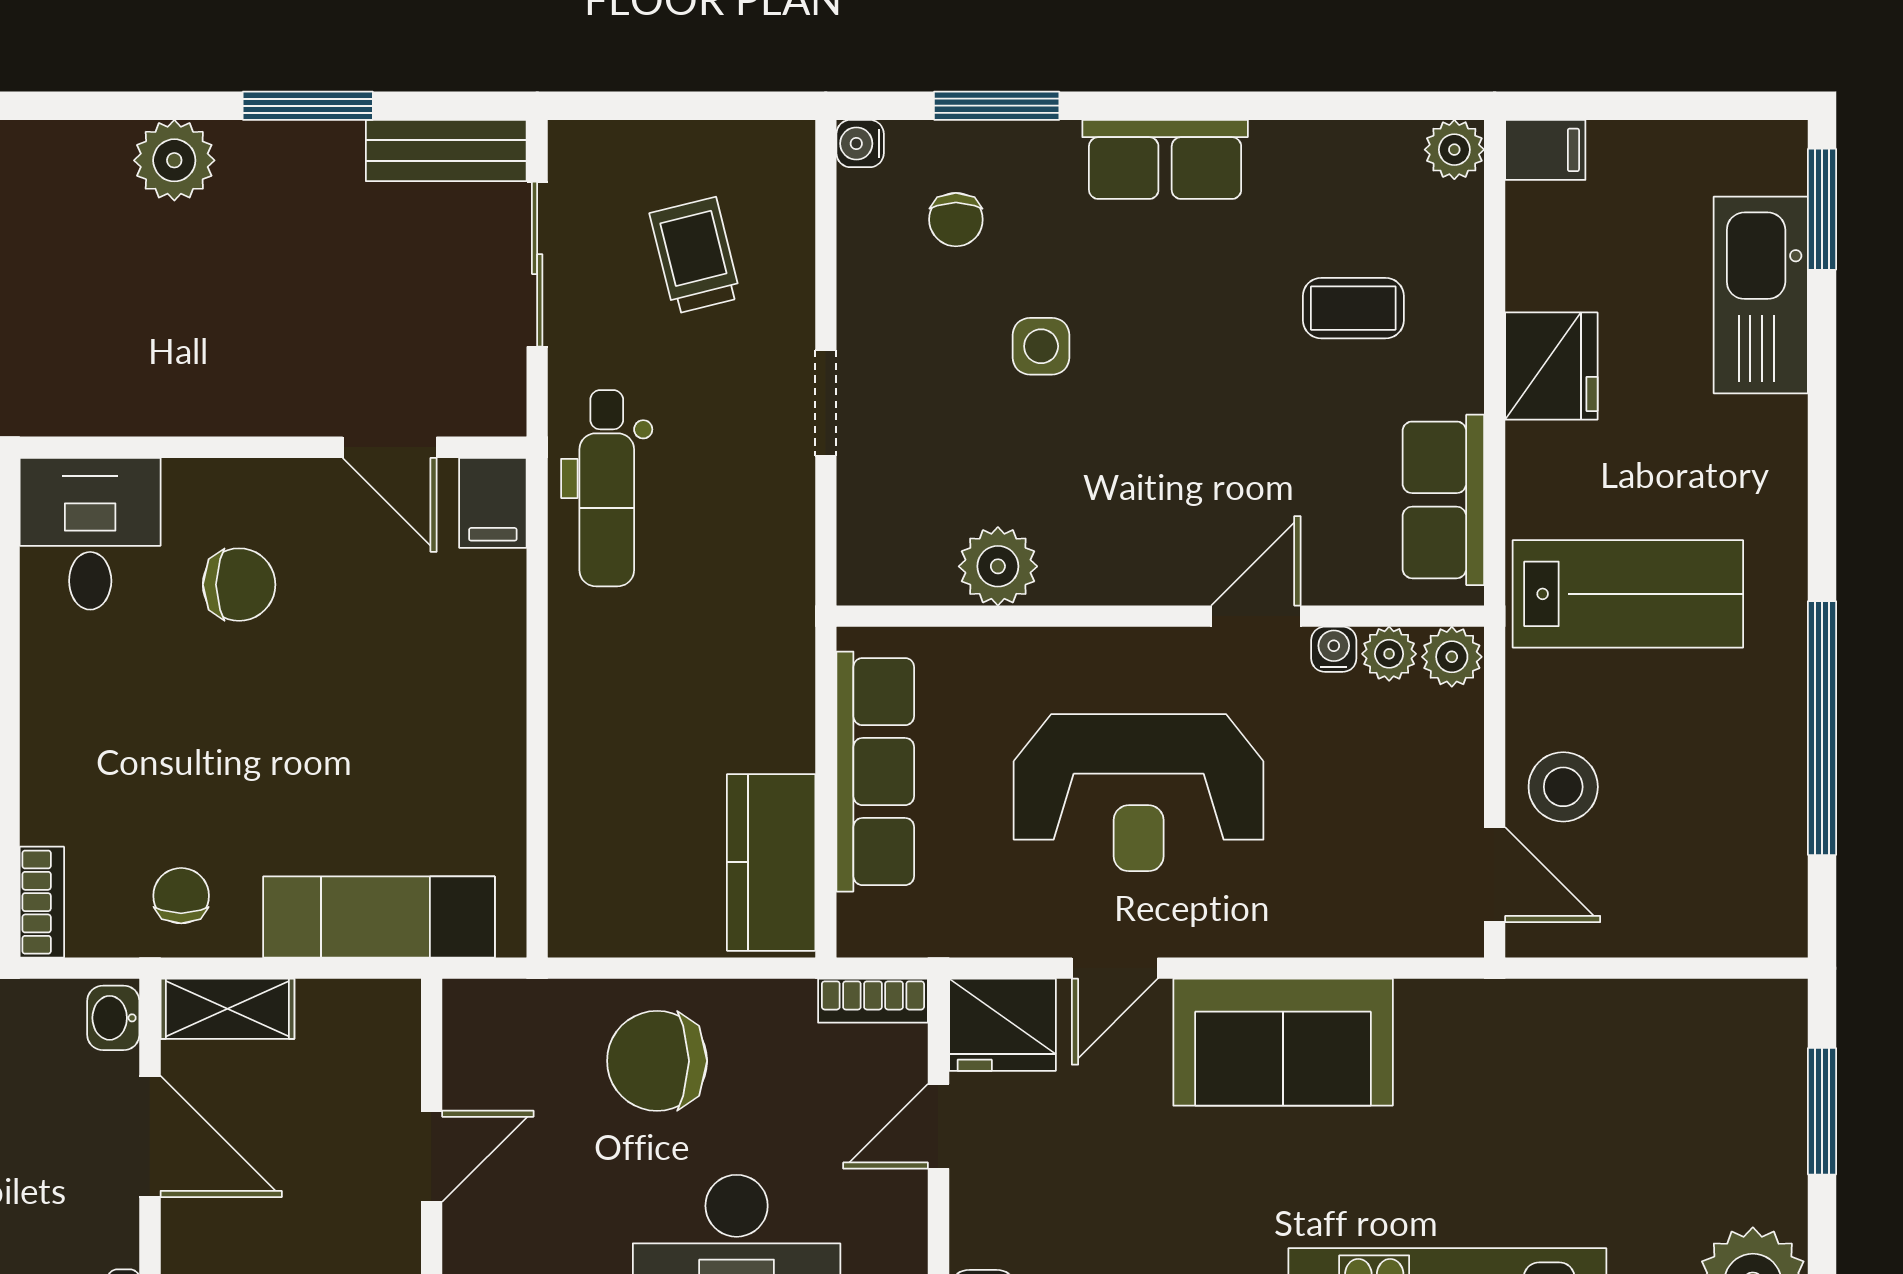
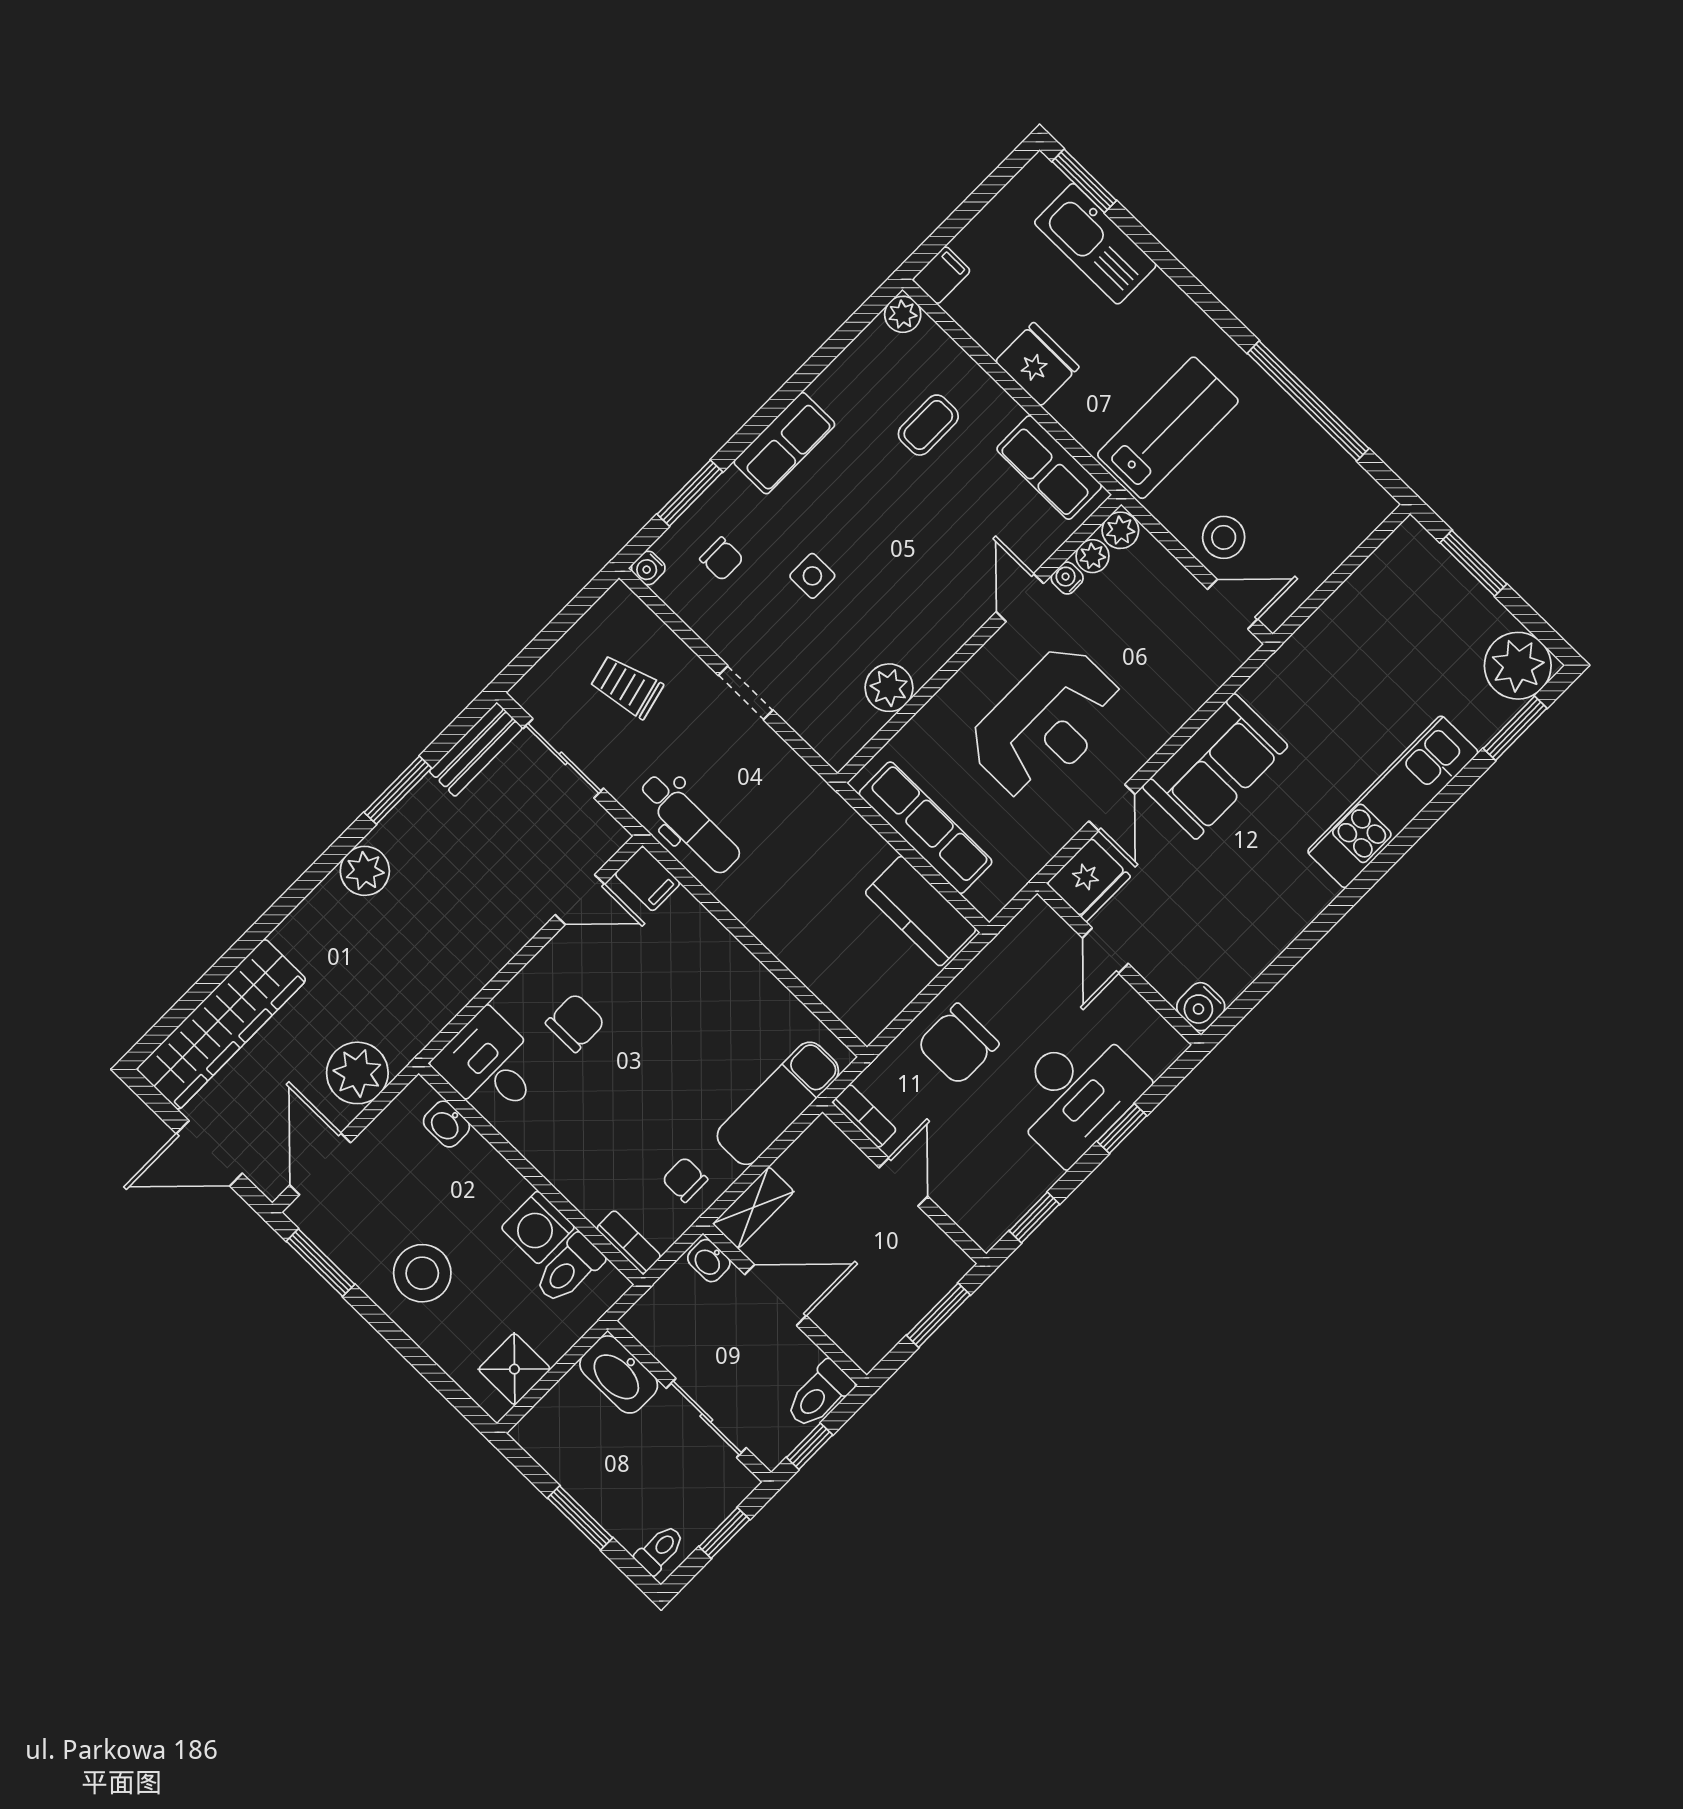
bookcase: (873, 1001) -> (864, 1116), moved, turned -90

